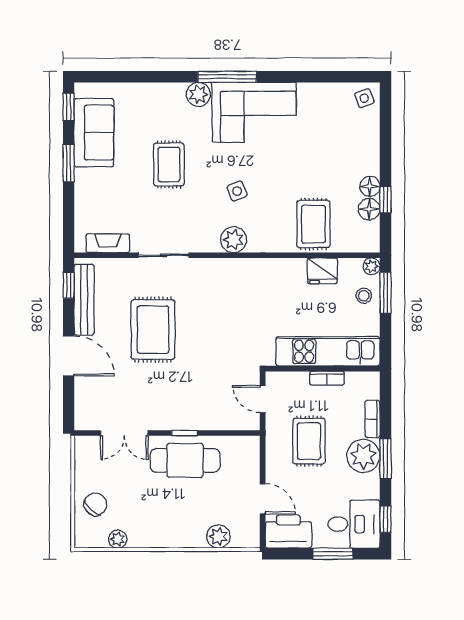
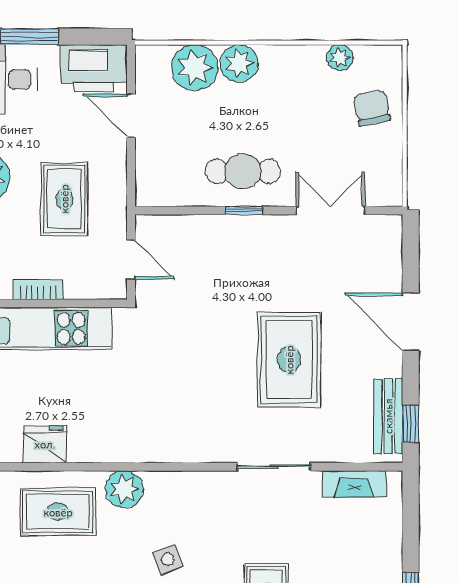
rug: (313, 224) -> (58, 512), turned 90
plant: (234, 240) -> (124, 489), moved
bench: (84, 300) -> (388, 416), width x0.73
cafe table: (185, 460) -> (243, 171), width x0.73, depth x0.74
chair: (95, 504) -> (372, 108), turned 126
plant: (188, 535) -> (239, 63), added
plant: (218, 536) -> (195, 68), width x1.36, depth x1.36

